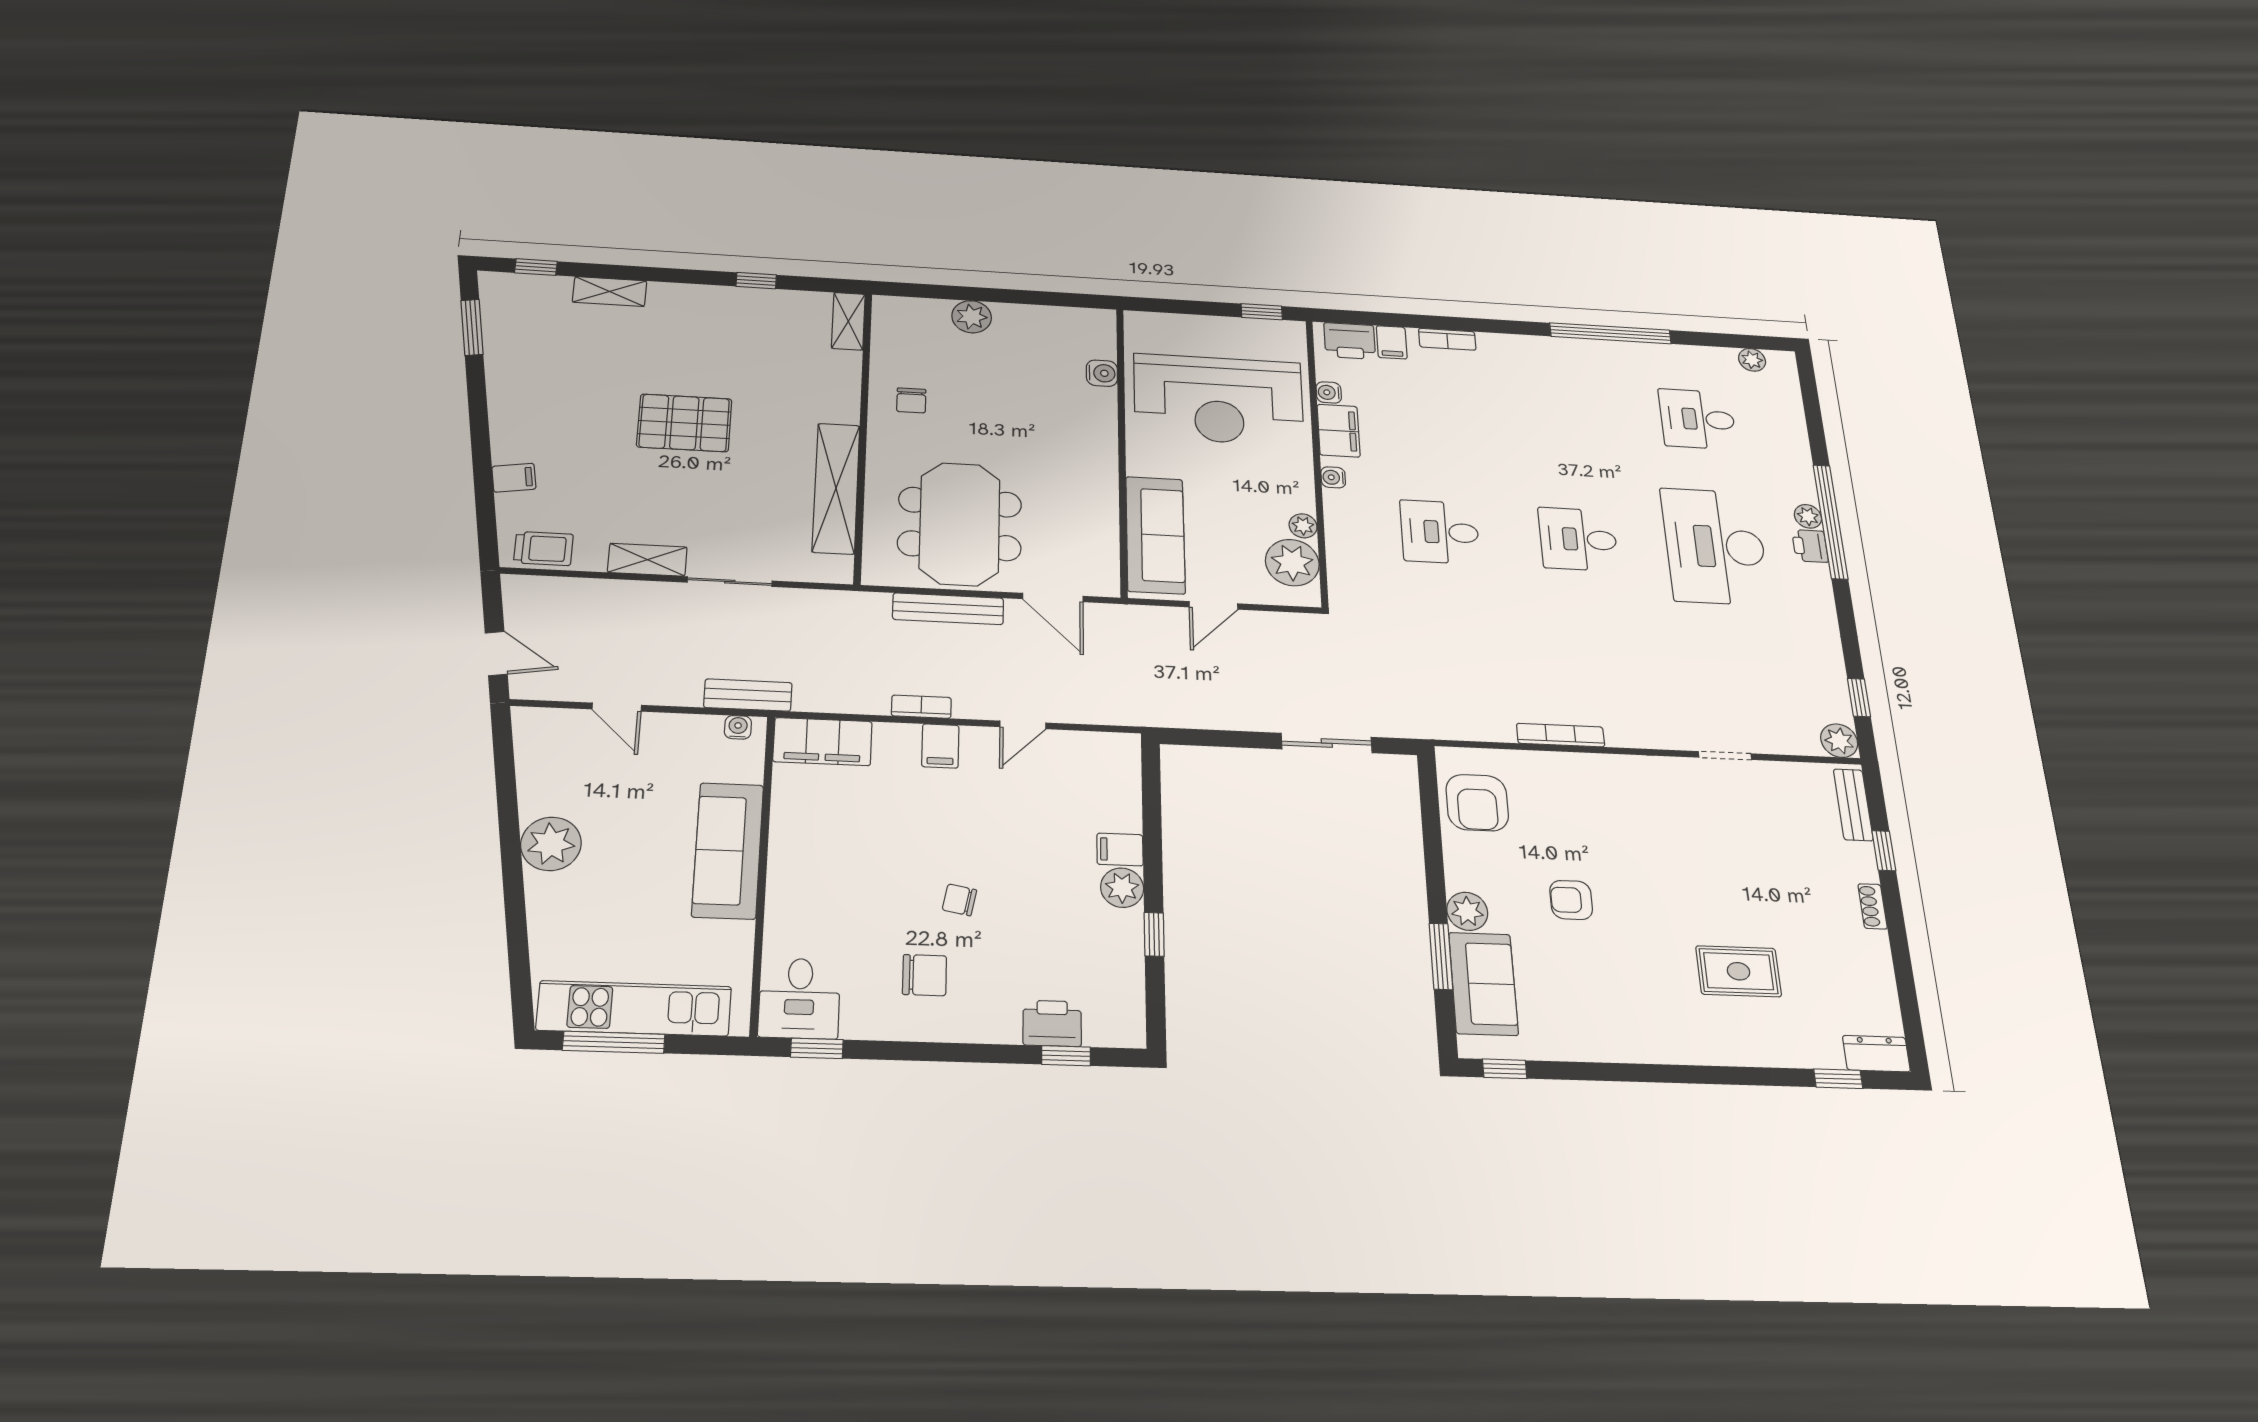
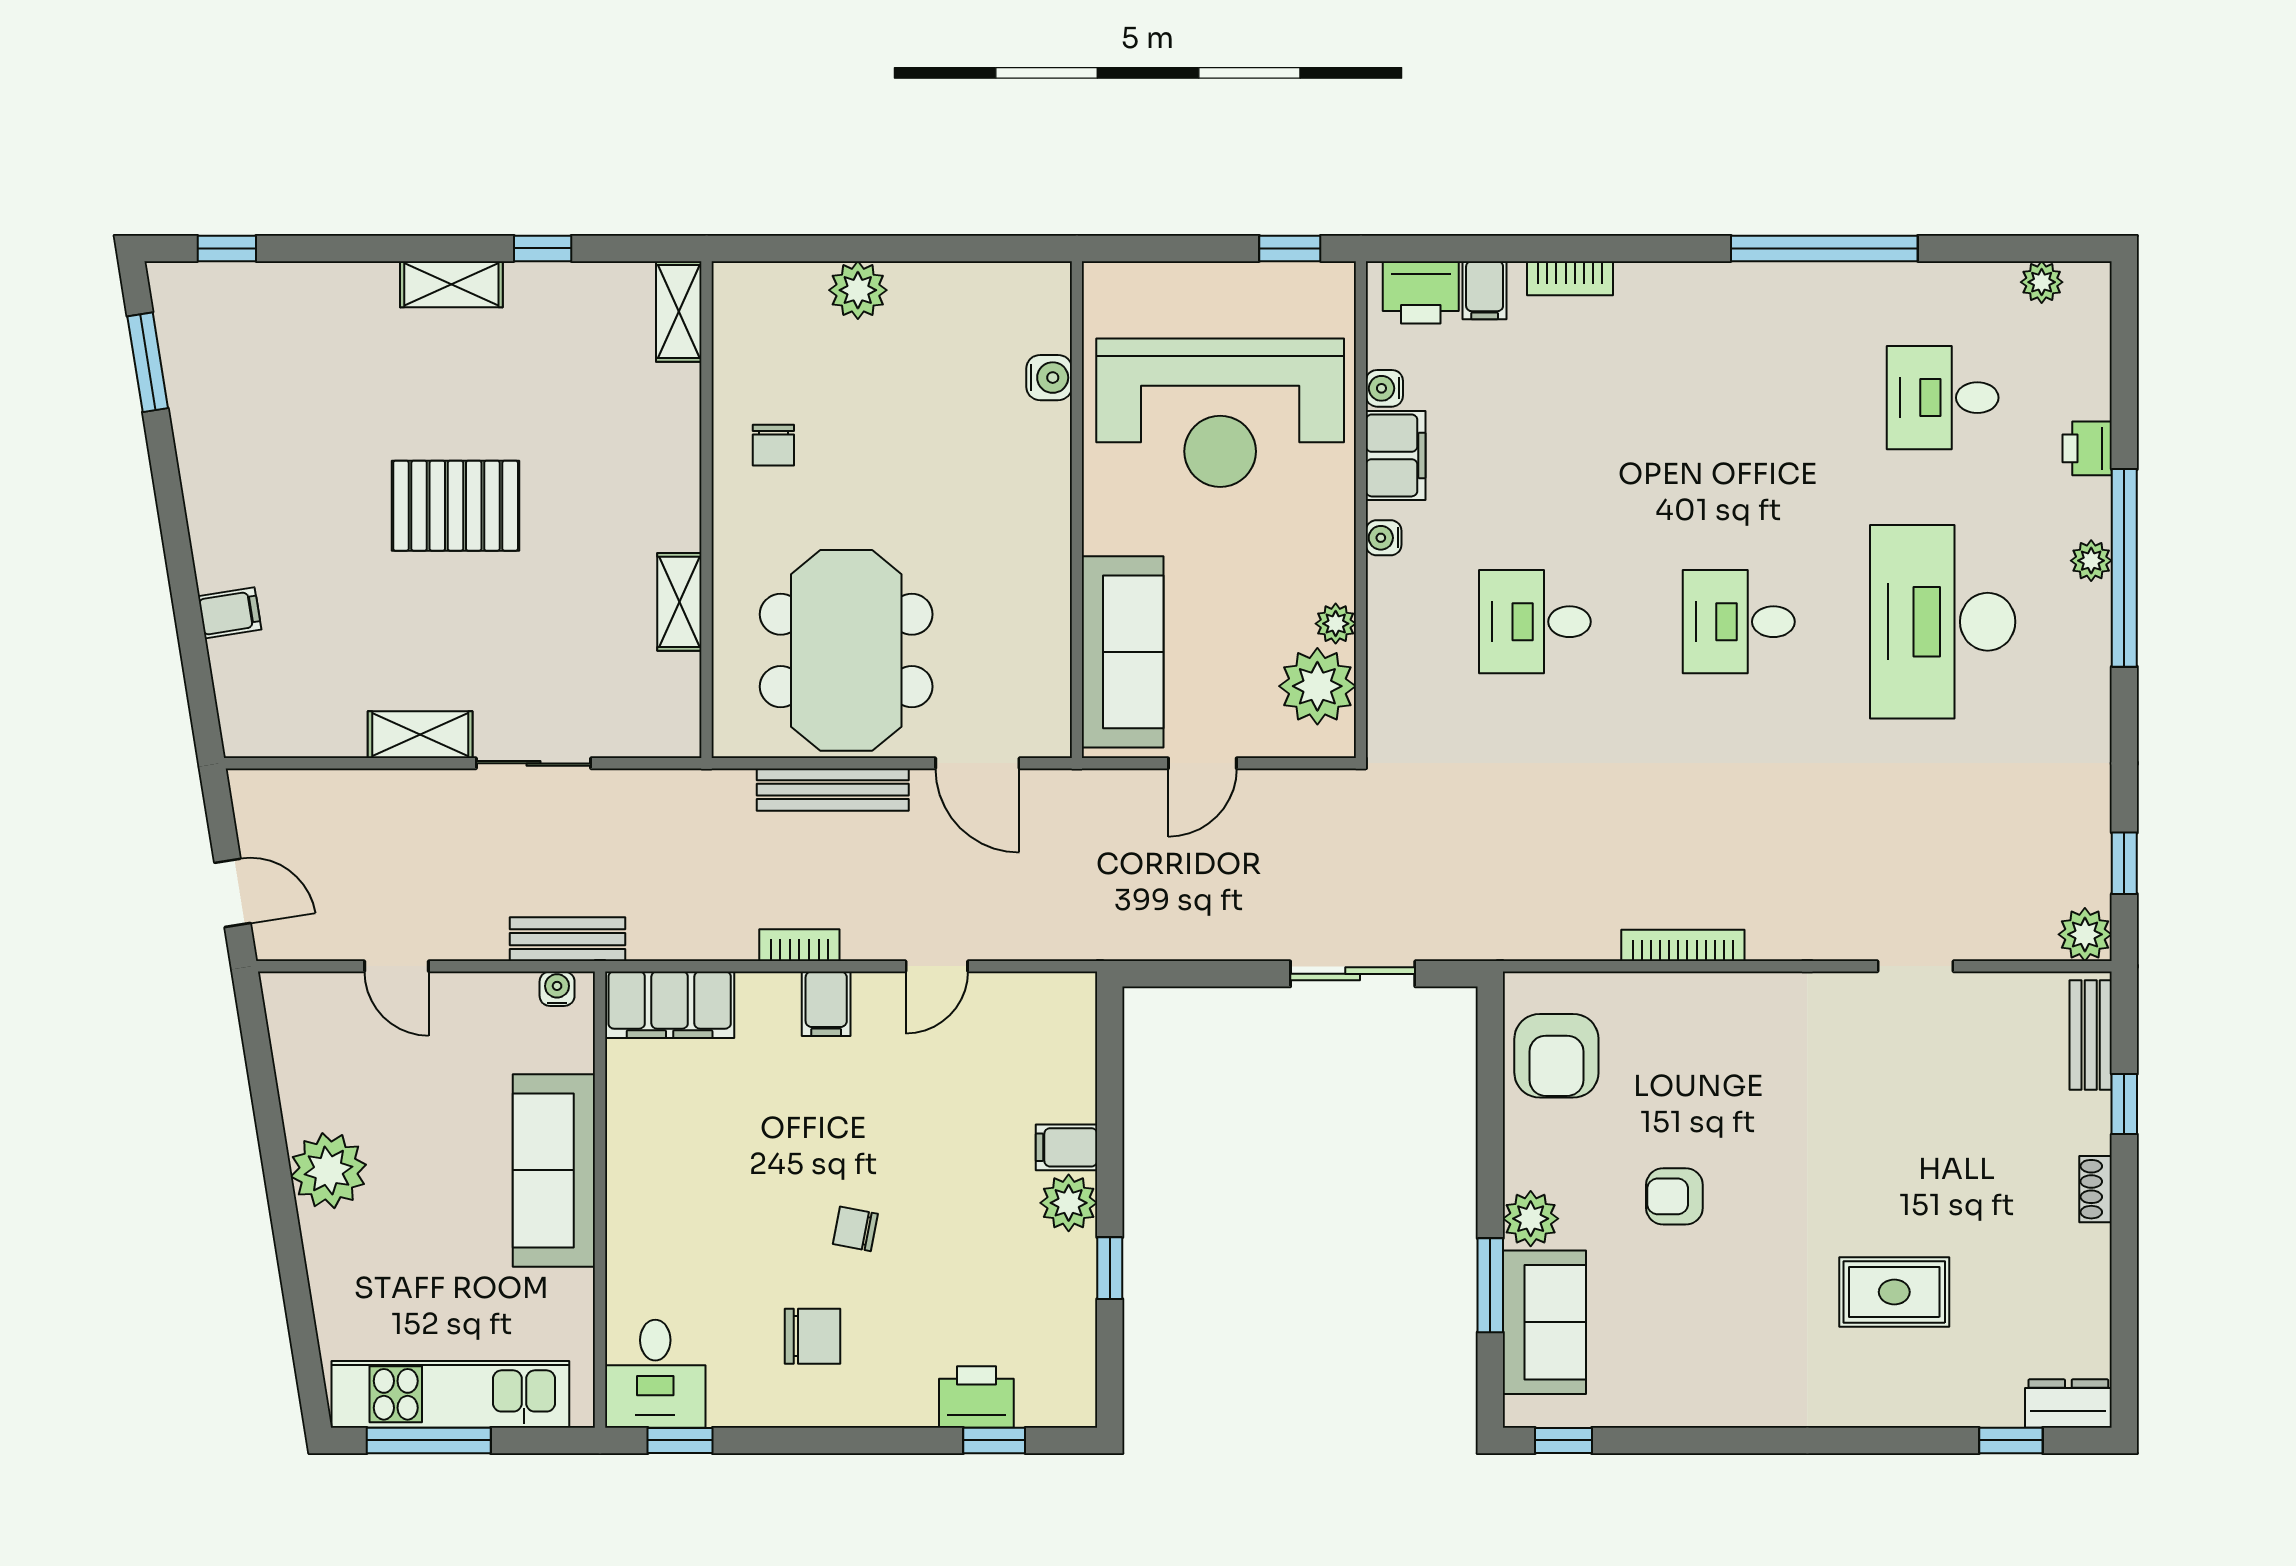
shelving: (610, 291) -> (451, 284), moved
shelving: (836, 488) -> (679, 602), width x0.45, depth x0.75
printer: (1810, 546) -> (2087, 448), moved
trolley: (543, 549) -> (280, 725), removed

